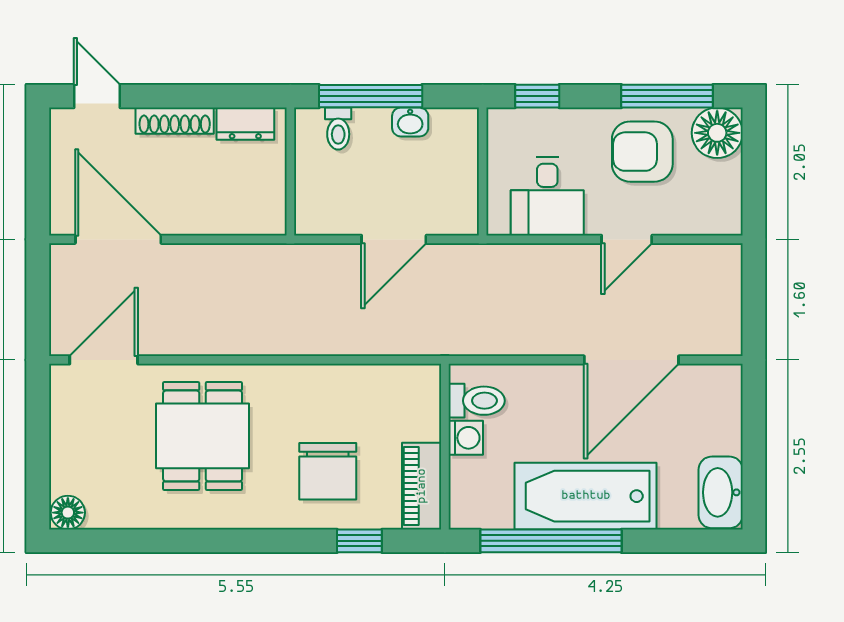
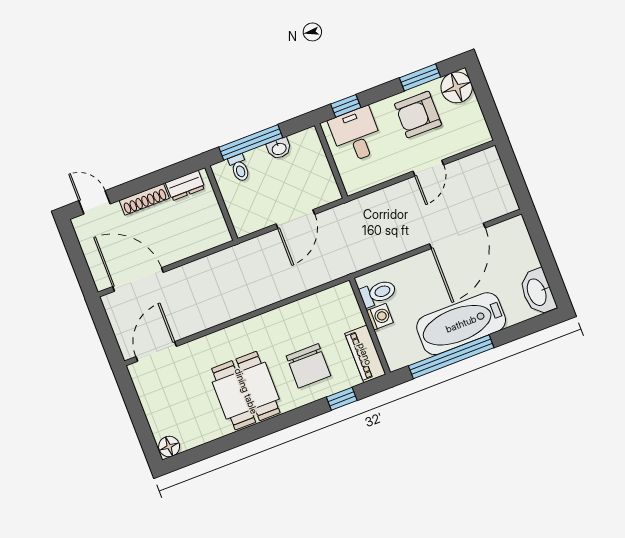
window: (667, 96) -> (420, 77), width x0.69
desk: (547, 196) -> (356, 135), moved, turned 180
dining table: (203, 436) -> (246, 391), moved

